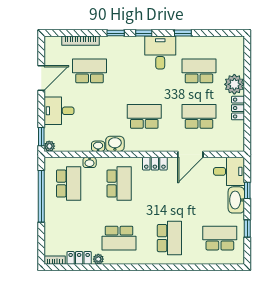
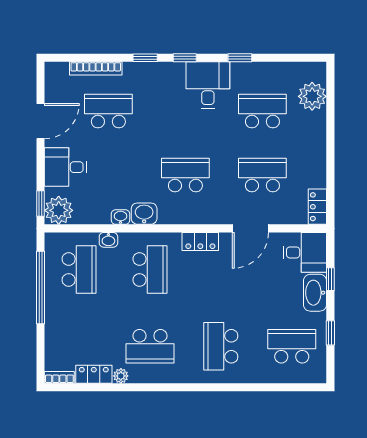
plant: (234, 84) -> (312, 96), moved
locker: (238, 108) -> (317, 207), moved
plant: (49, 146) -> (59, 210), width x1.88, depth x1.88
school desk: (169, 238) -> (221, 346), turned 180

